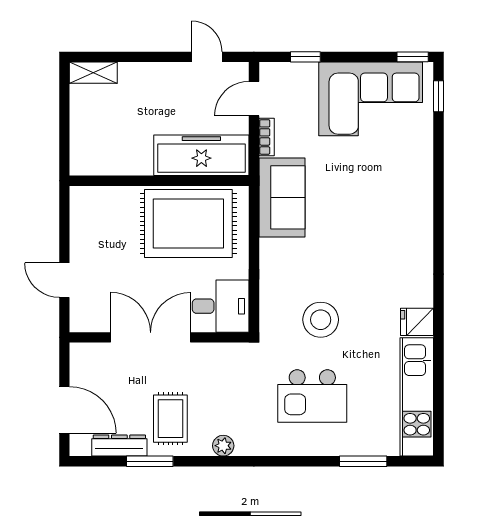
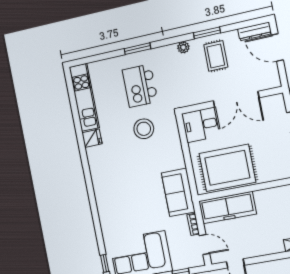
door: (254, 99) -> (204, 245), hinge flipped
kitchen island: (312, 396) -> (140, 86), turned -90
dresser: (119, 446) -> (255, 31), moved
window: (150, 461) -> (207, 33), moved
window: (363, 461) -> (137, 49), moved

